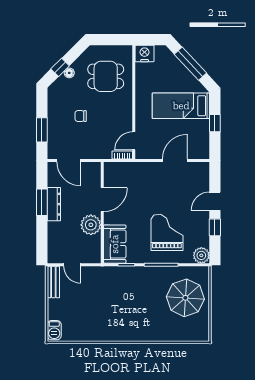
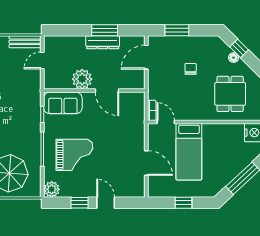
bed: (181, 106) -> (189, 152), moved, turned 180

